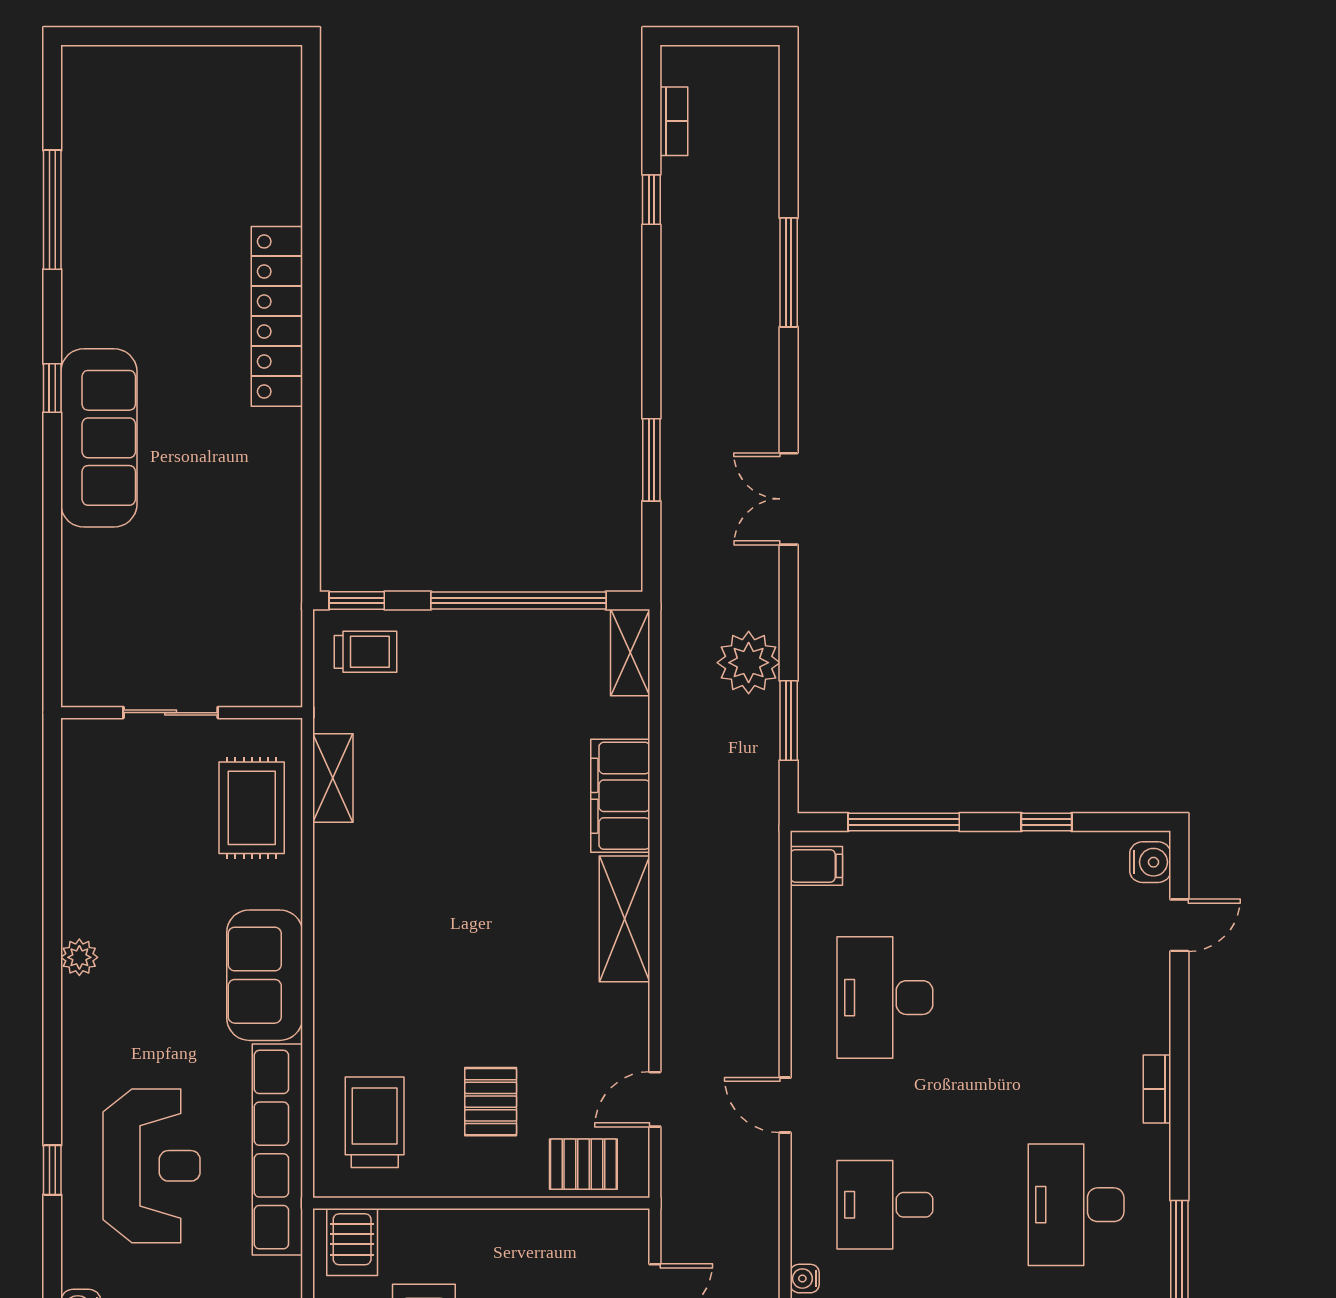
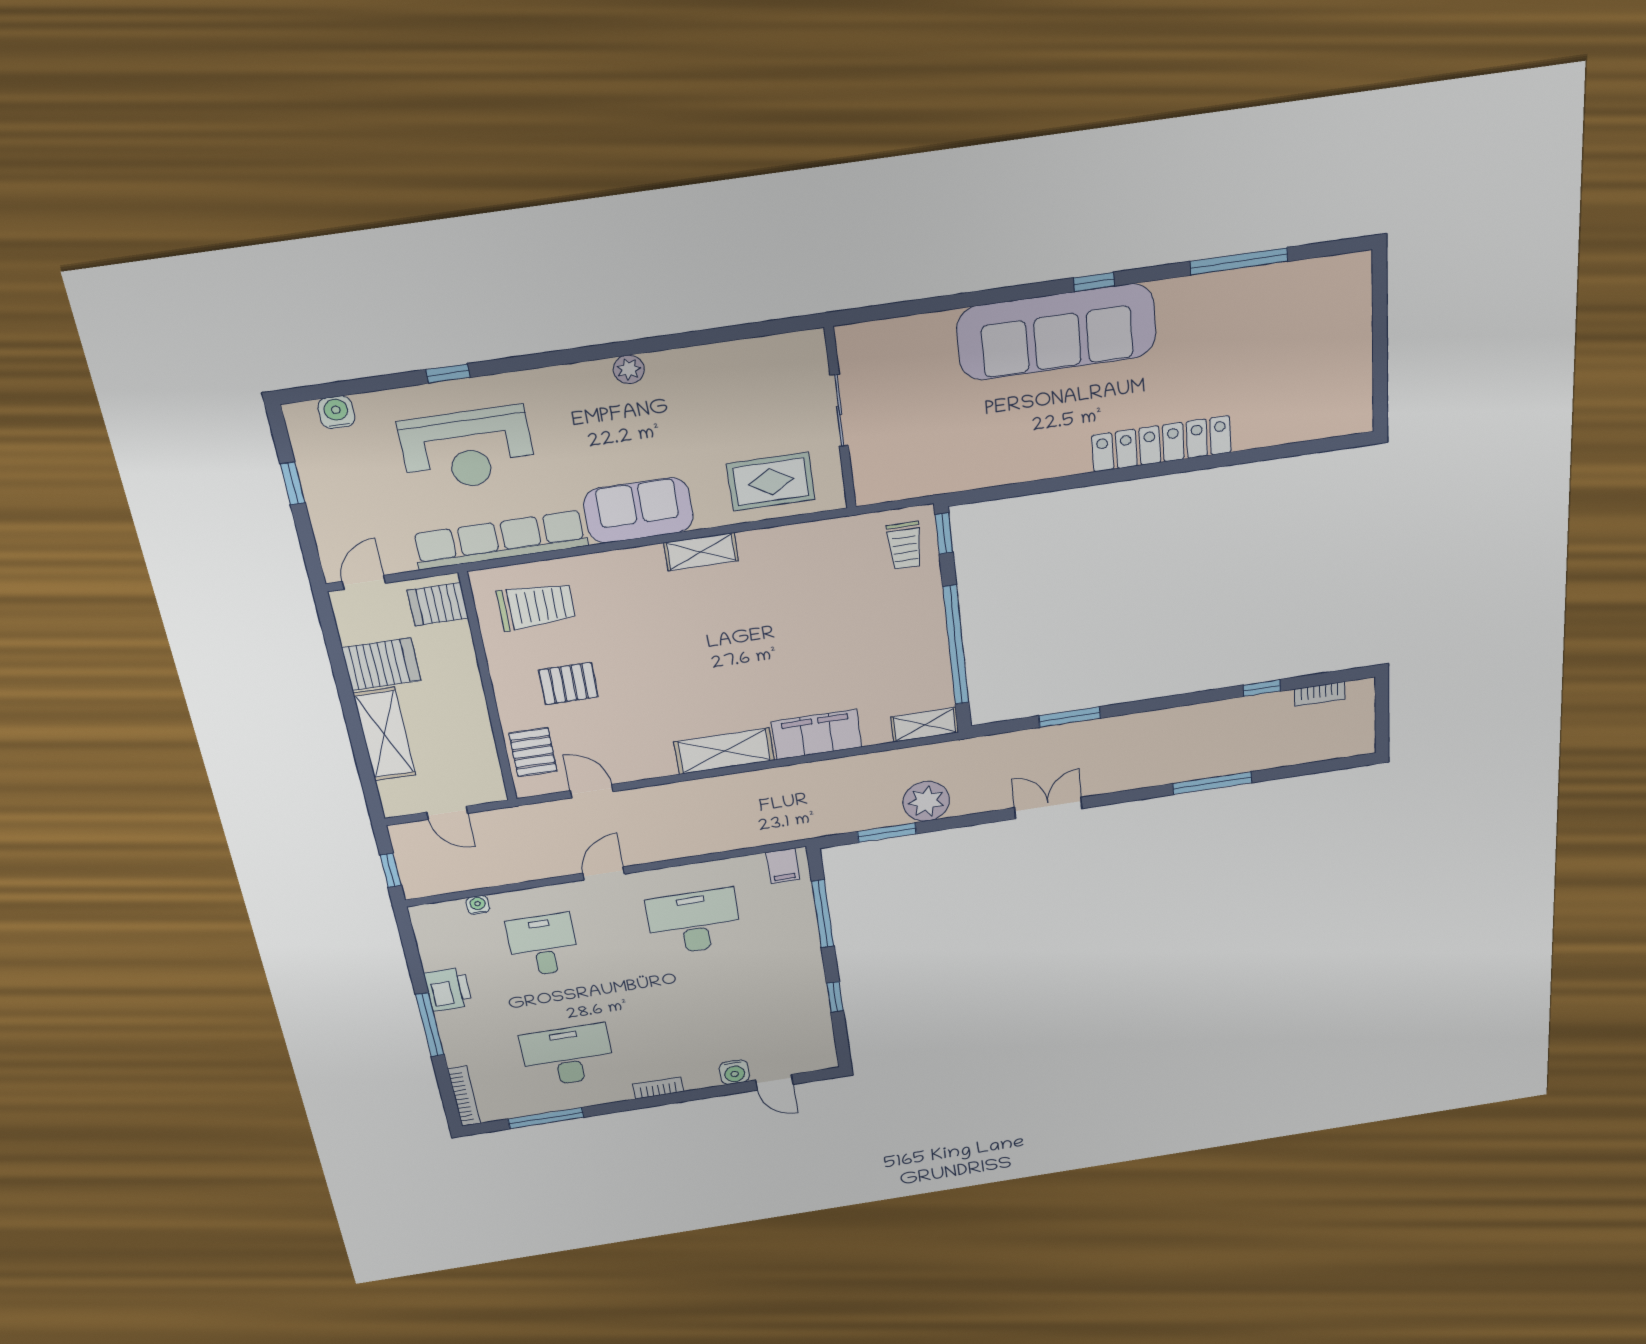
sofa: (99, 438) -> (1057, 332), width x1.36, depth x1.27
shelving: (333, 778) -> (701, 552), moved
water cooler: (1150, 862) -> (734, 1072), moved

